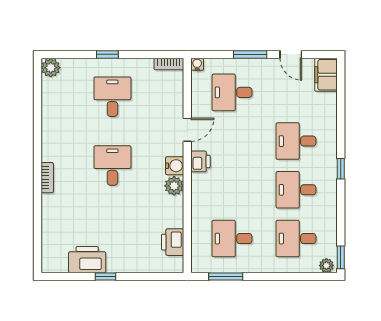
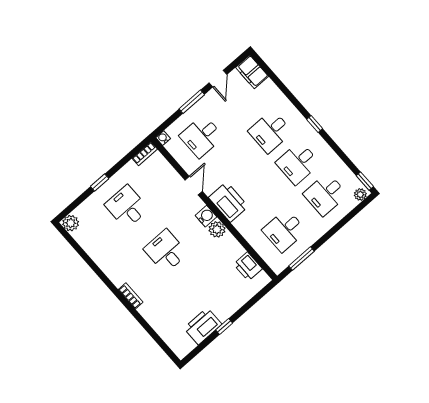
door: (291, 54) -> (218, 79), hinge flipped
printer: (200, 161) -> (228, 202), width x1.87, depth x1.48

